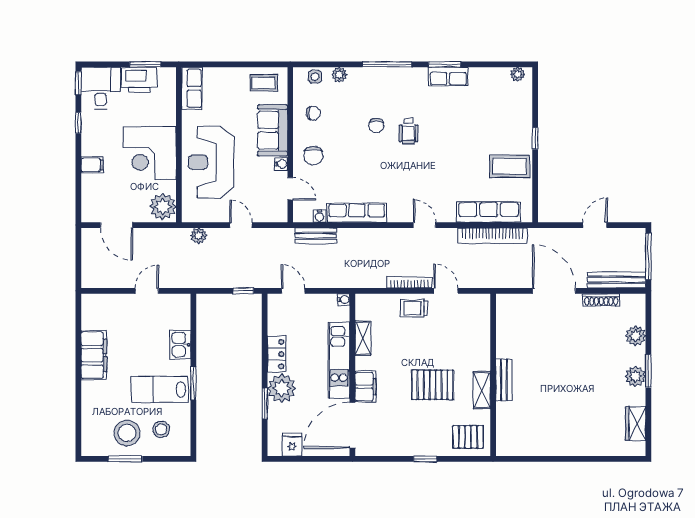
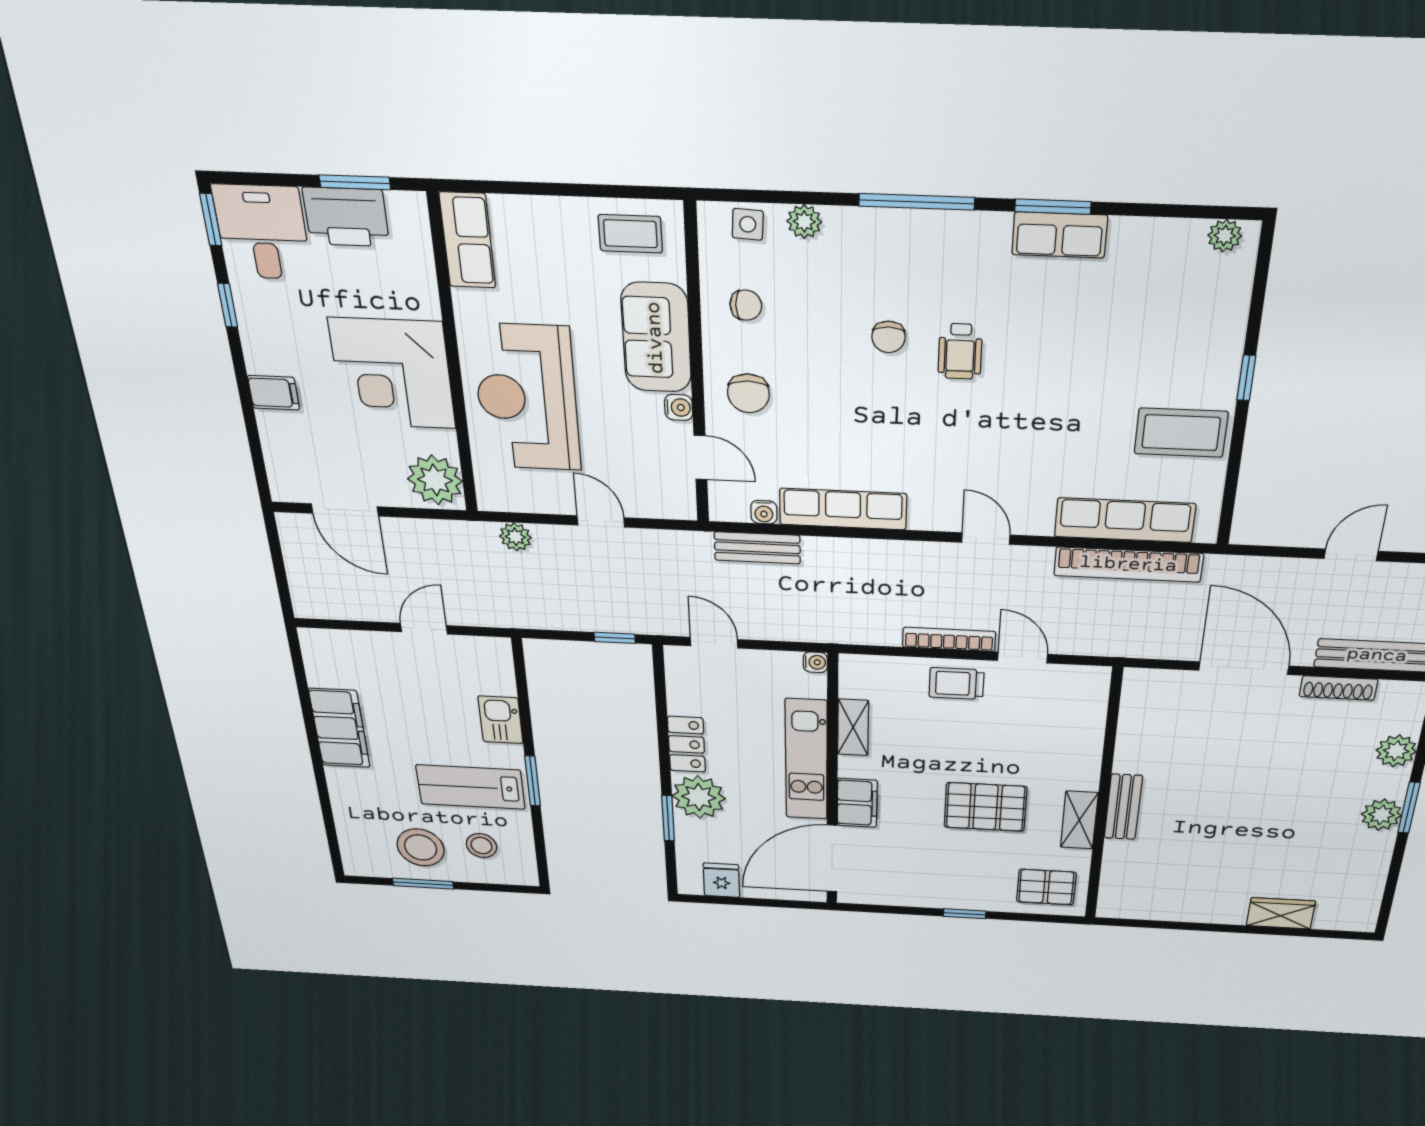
wardrobe: (636, 423) -> (1281, 913), moved, turned 90

